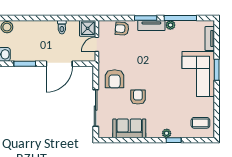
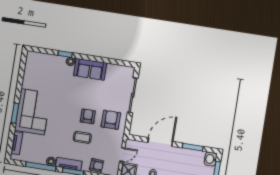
armchair: (138, 97) -> (88, 116), moved, turned 180
coffee table: (200, 123) -> (82, 137), moved
sofa: (129, 128) -> (90, 69), moved

